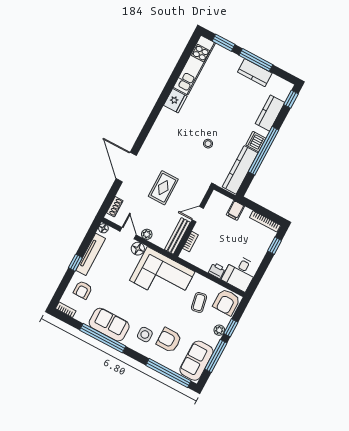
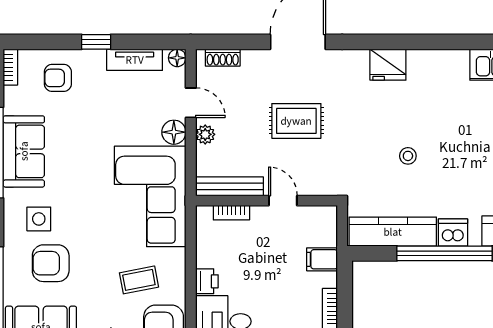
fridge: (175, 101) -> (388, 65), moved
door: (128, 233) -> (191, 103), hinge flipped
tv unit: (91, 254) -> (135, 60), width x0.71
armchair: (169, 340) -> (51, 263), turned -90

